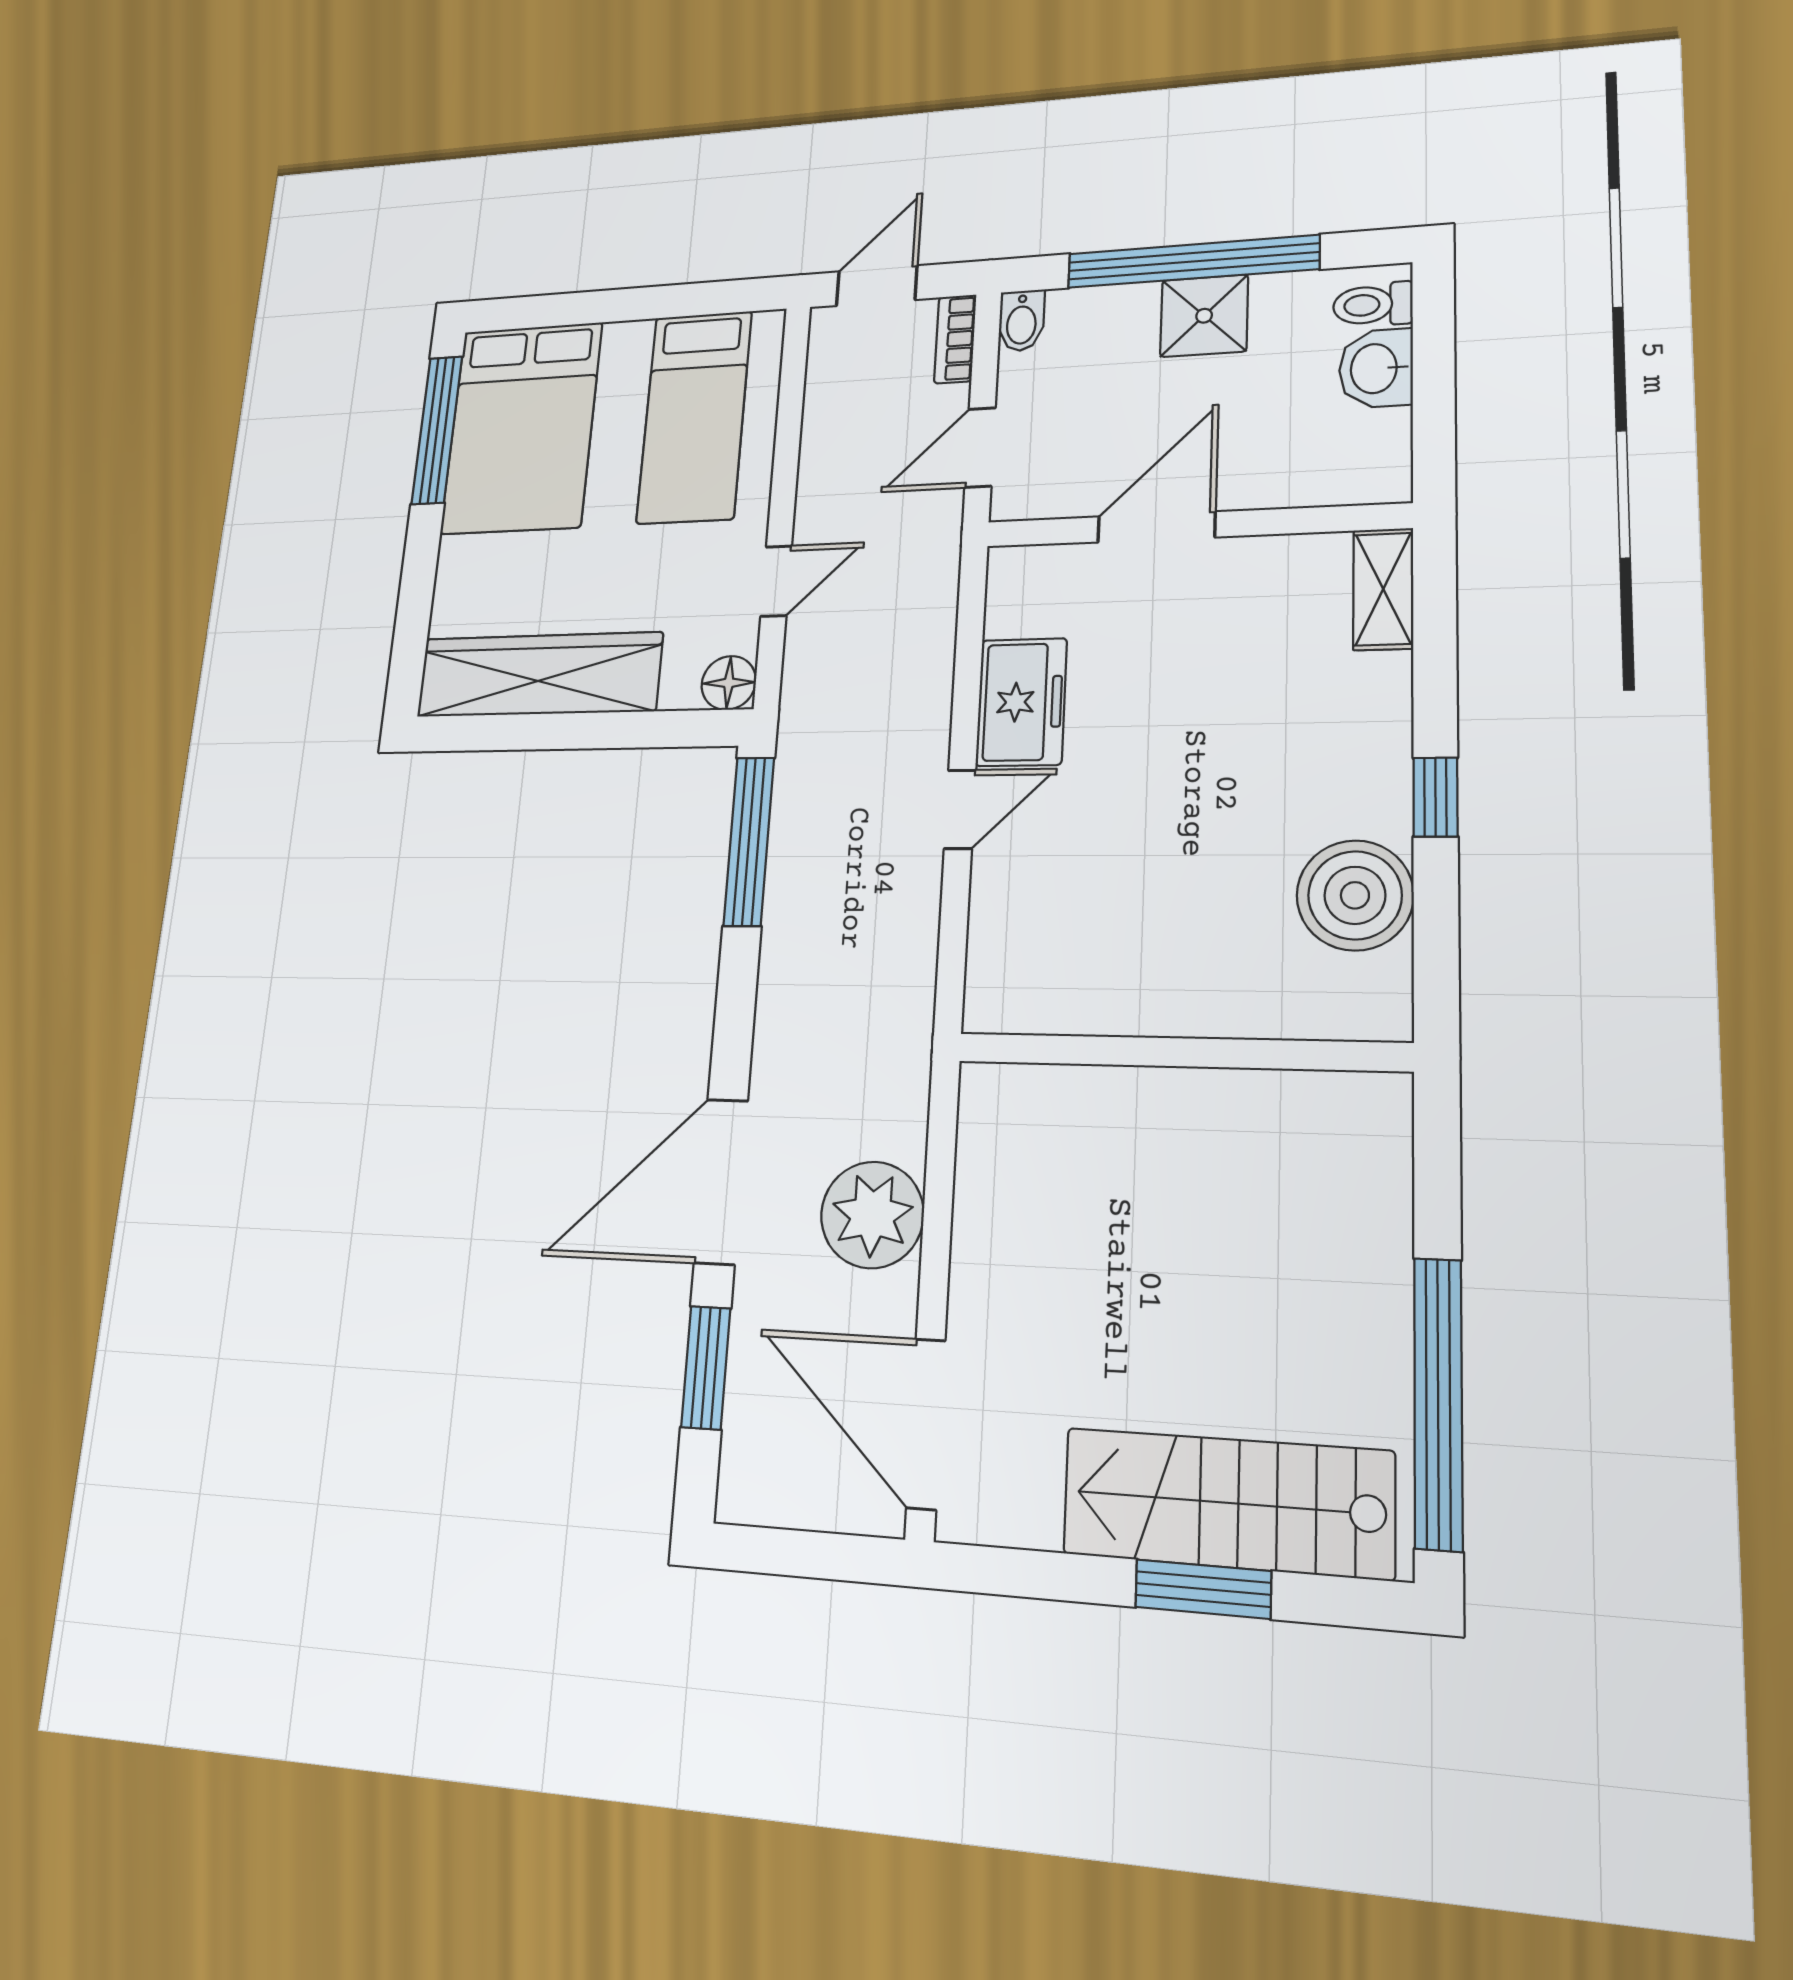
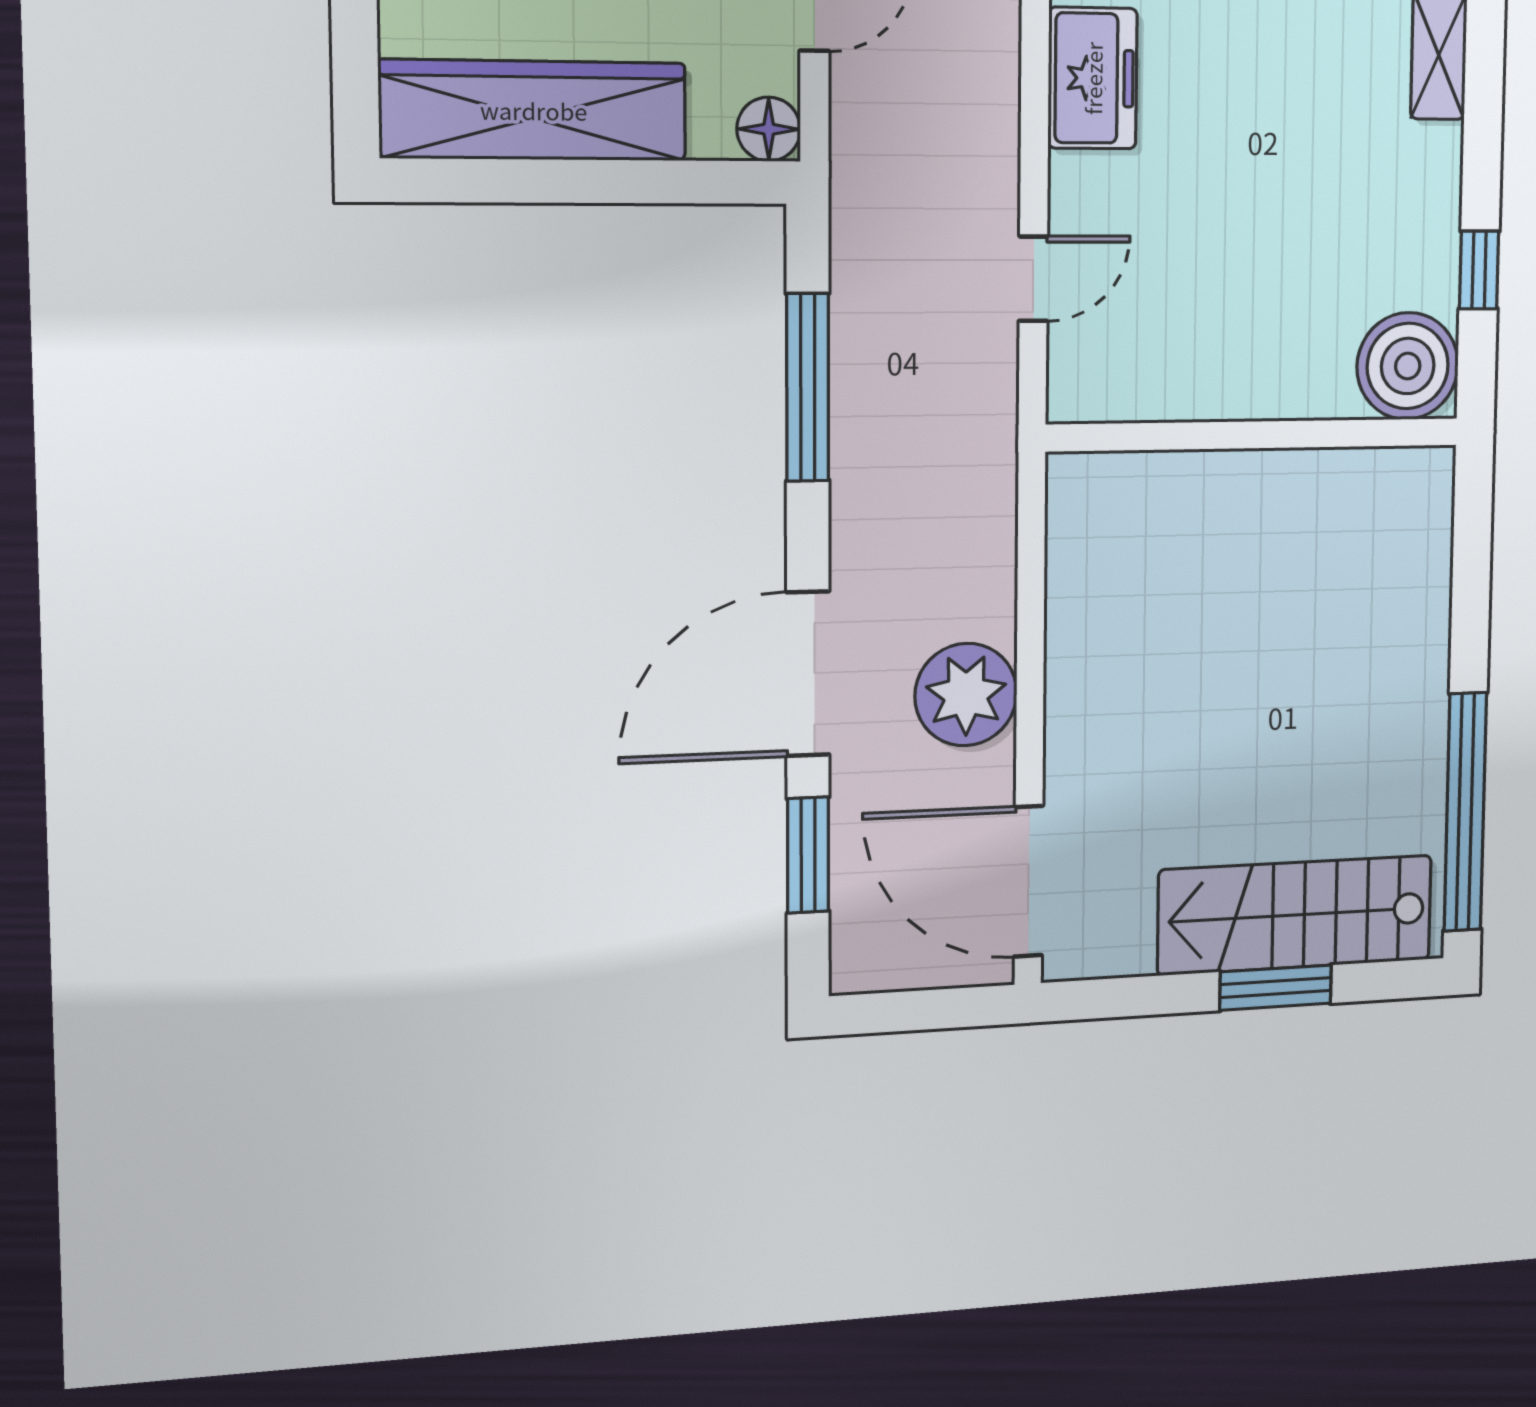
freezer: (1021, 702) -> (1093, 78), moved
window: (749, 841) -> (808, 387), moved
wall: (1181, 1052) -> (1255, 435), moved

